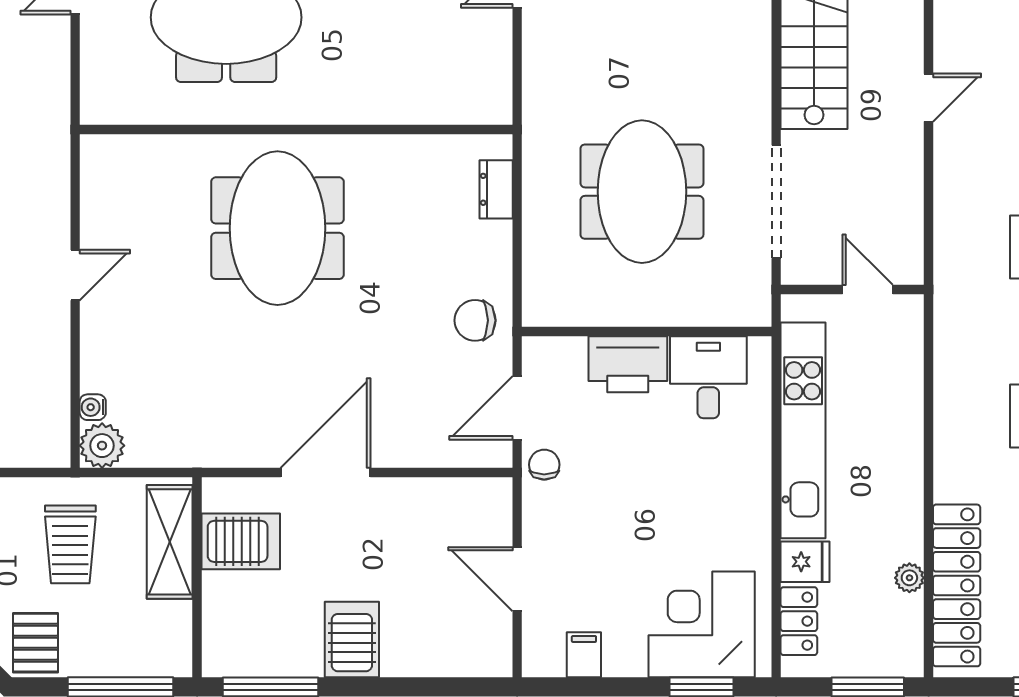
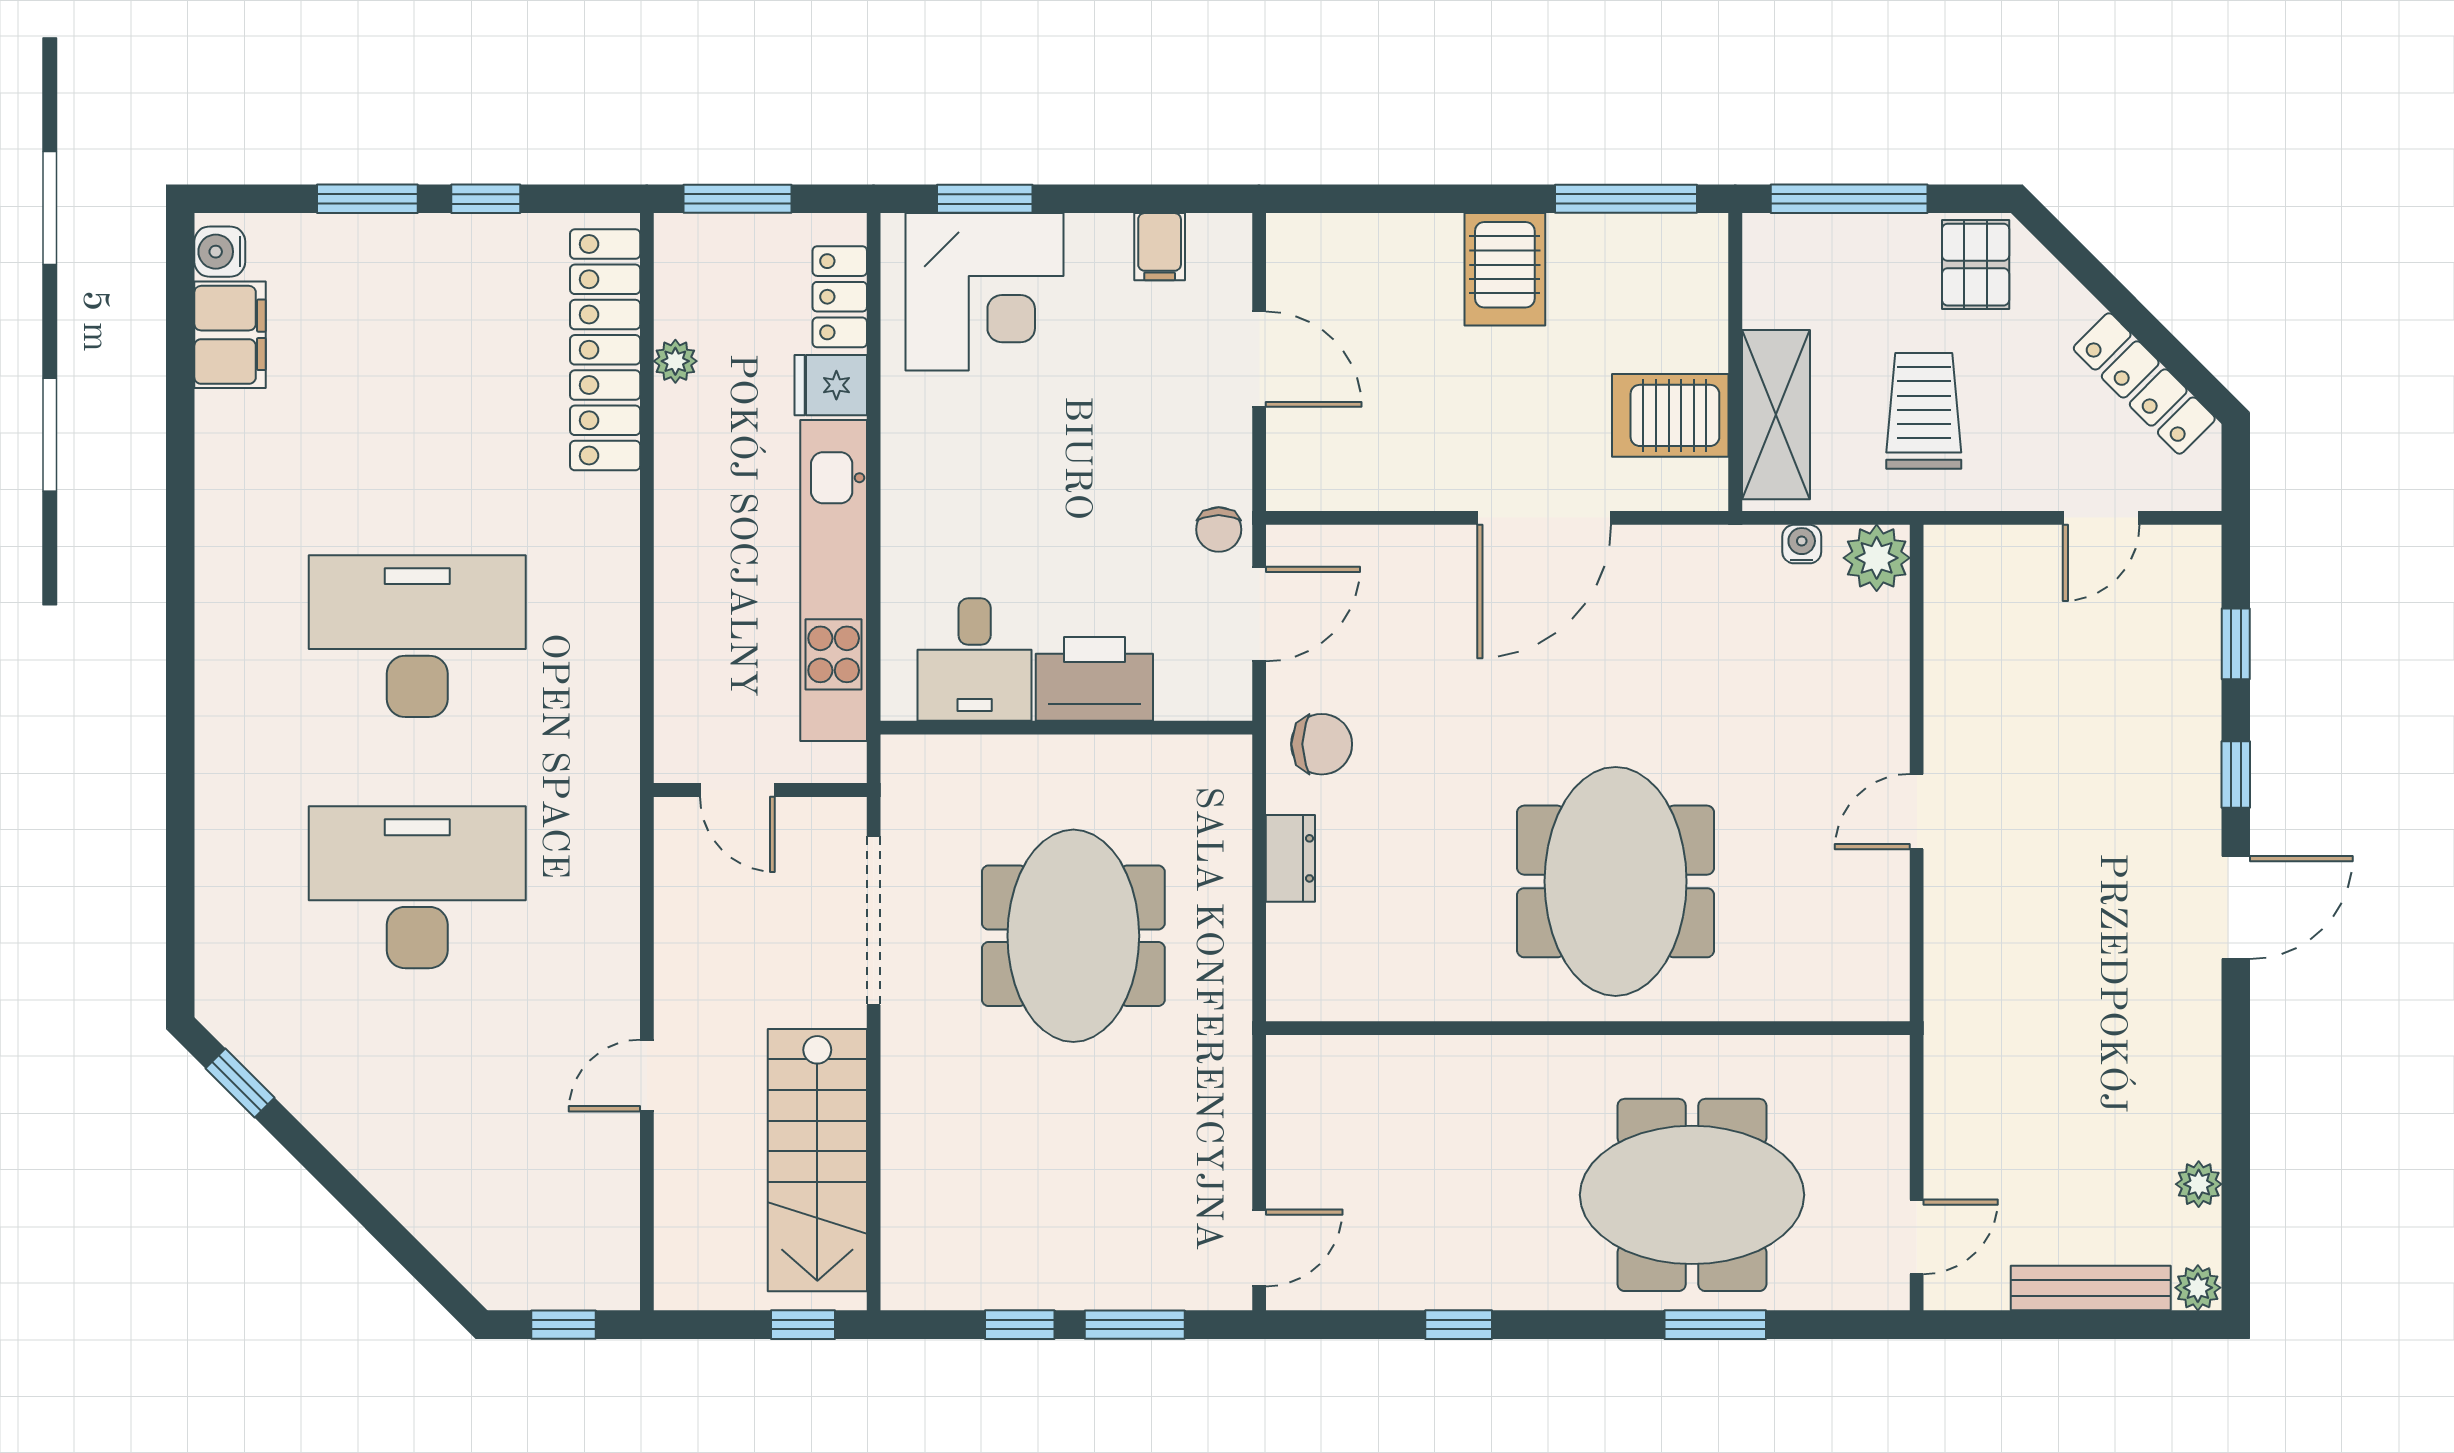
dresser: (496, 189) -> (1290, 858), moved
water cooler: (93, 407) -> (1802, 544), moved, turned -90

